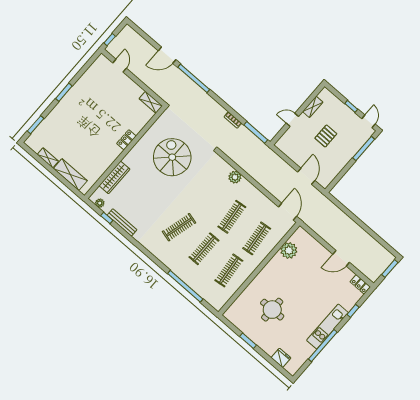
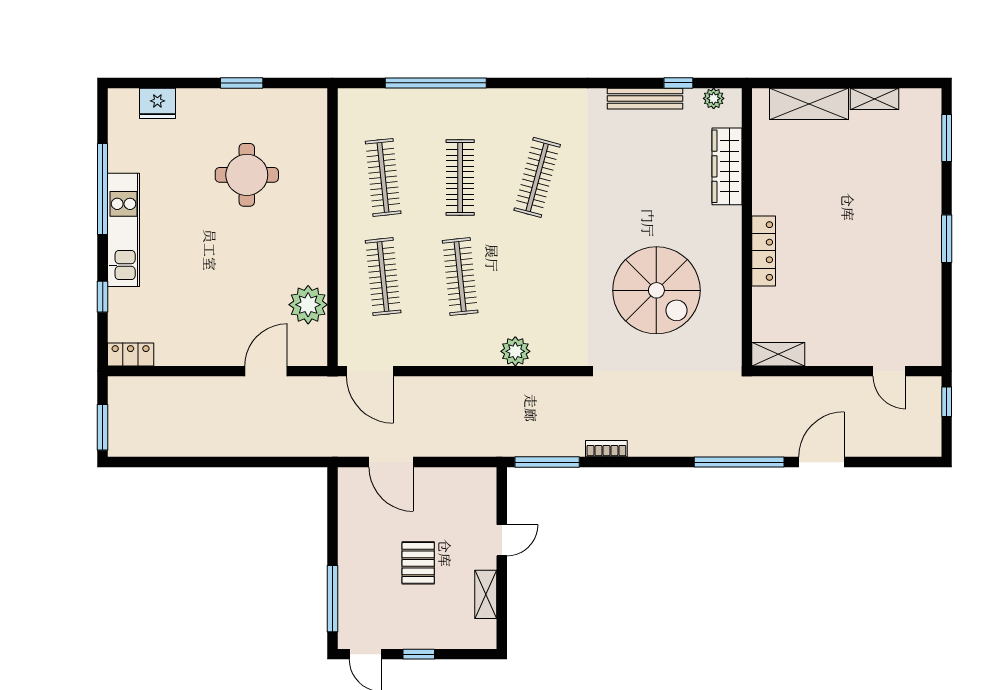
locker: (126, 140) -> (764, 251), width x1.53
door: (341, 258) -> (266, 371), moved

